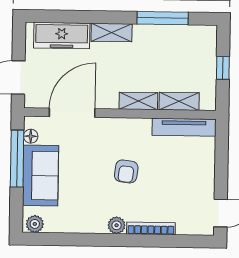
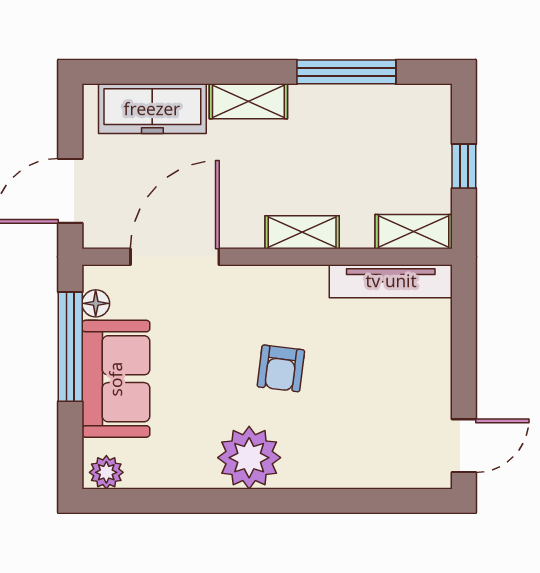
shelving: (179, 101) -> (414, 232), moved
plant: (117, 225) -> (249, 458), width x1.88, depth x1.88
bookcase: (151, 228) -> (330, 477), removed

